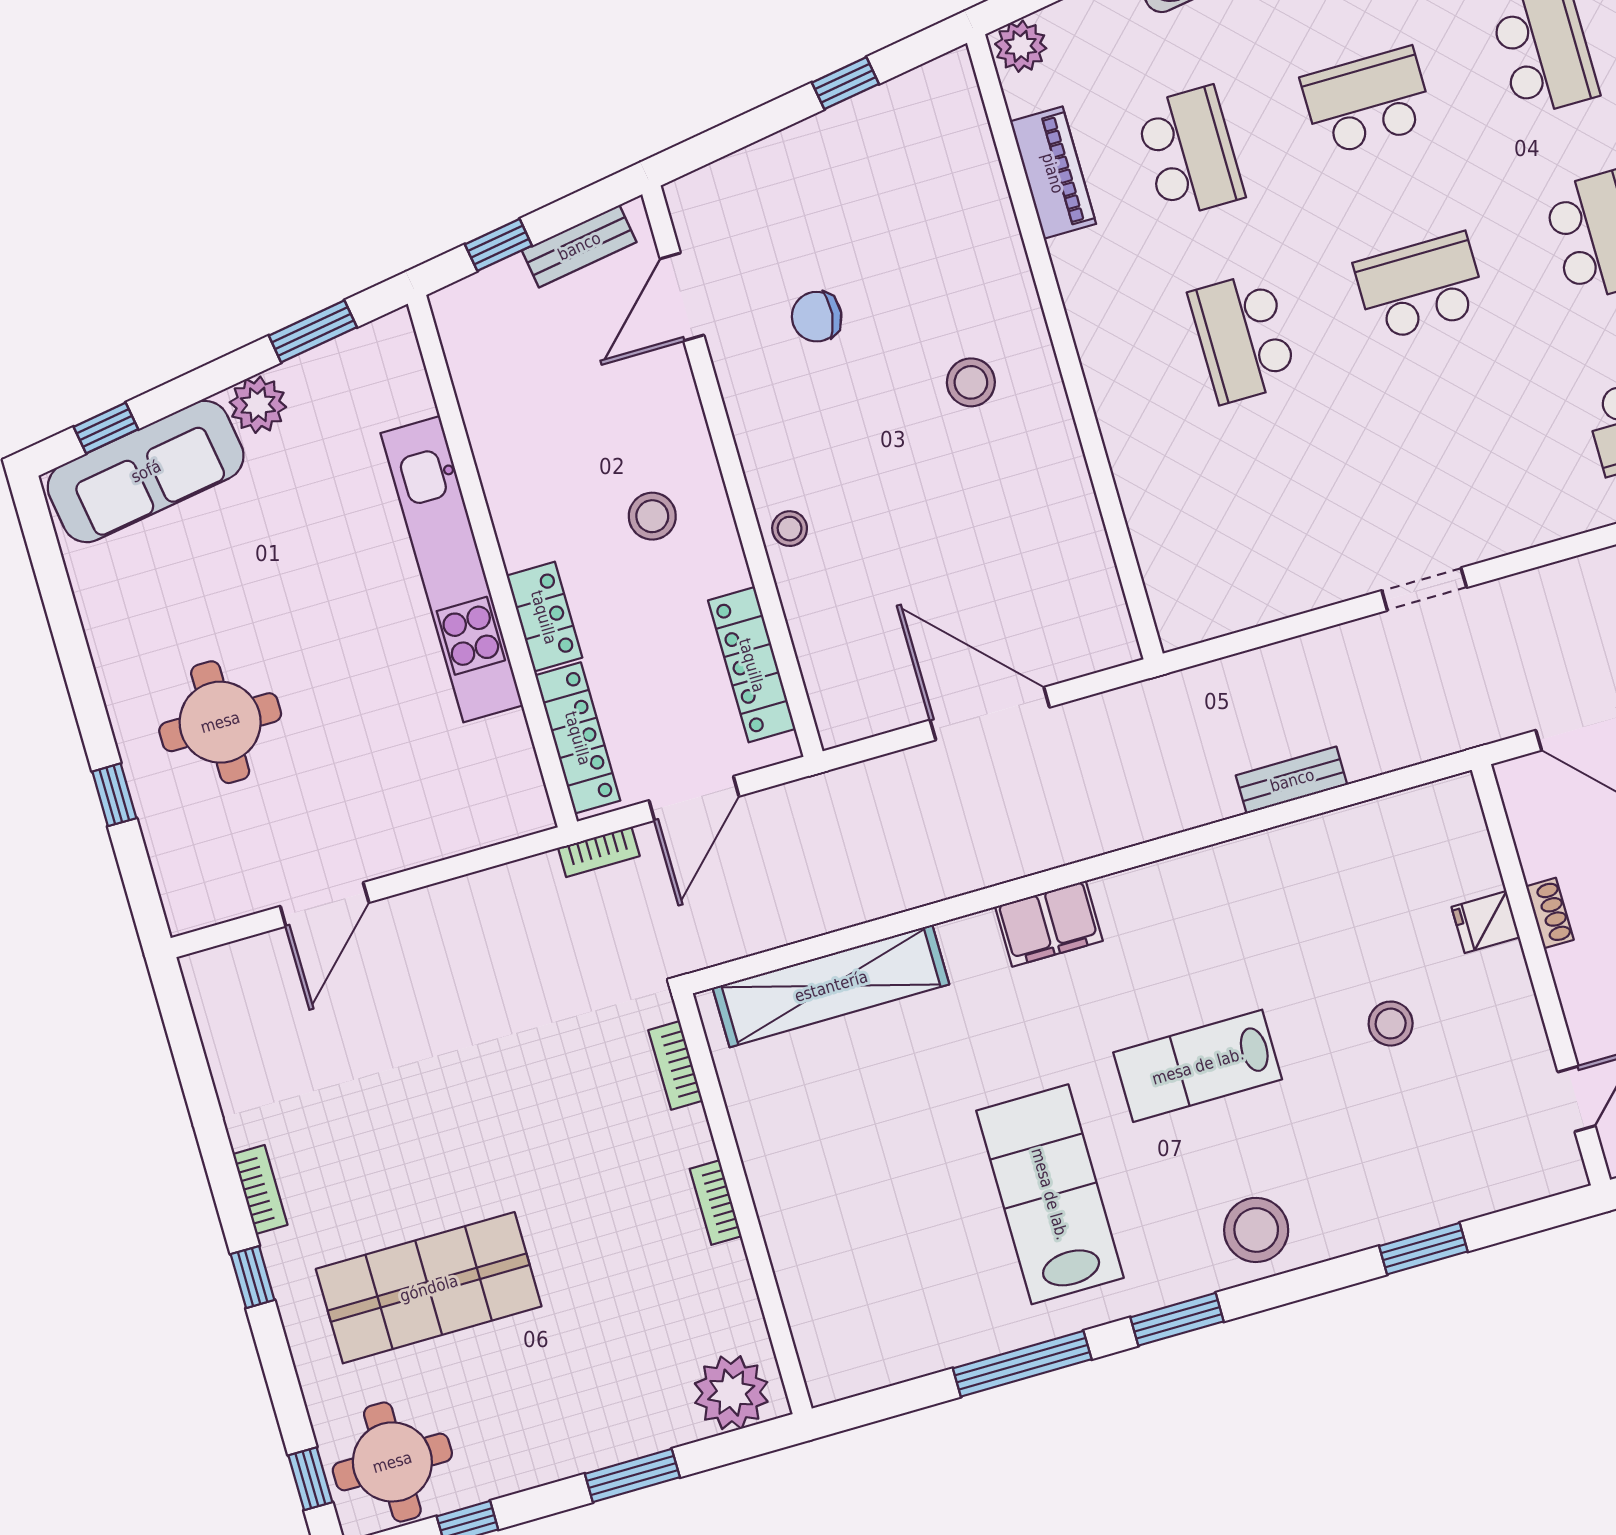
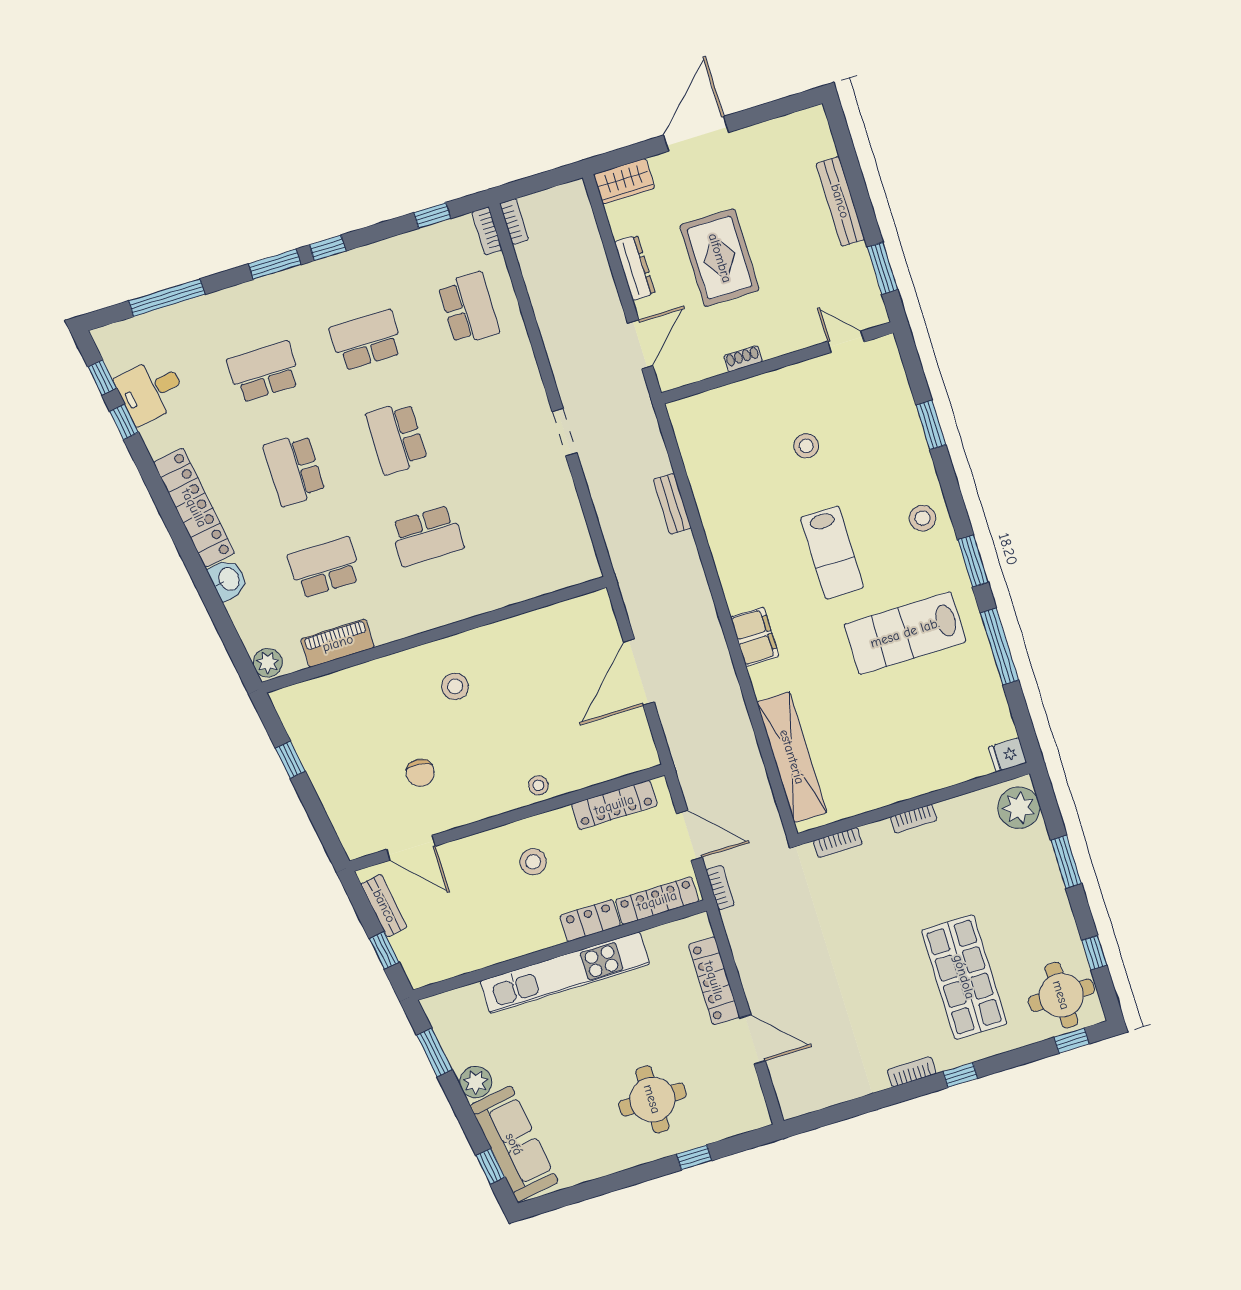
locker: (431, 837) -> (714, 981), added
fridge: (1486, 922) -> (1008, 755), moved, turned 90
stool: (1256, 1230) -> (922, 518), width x0.73, depth x0.73

